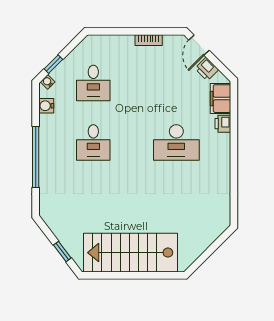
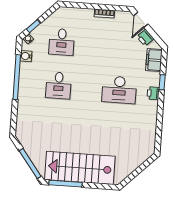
printer: (223, 124) -> (153, 93), moved
window: (234, 128) -> (162, 82), added
window: (36, 157) -> (17, 77), moved
window: (62, 252) -> (30, 164), width x2.17
window: (112, 275) -> (66, 184), added

